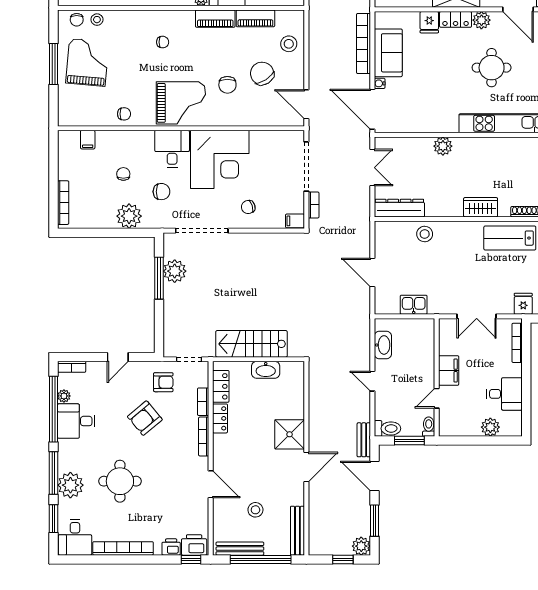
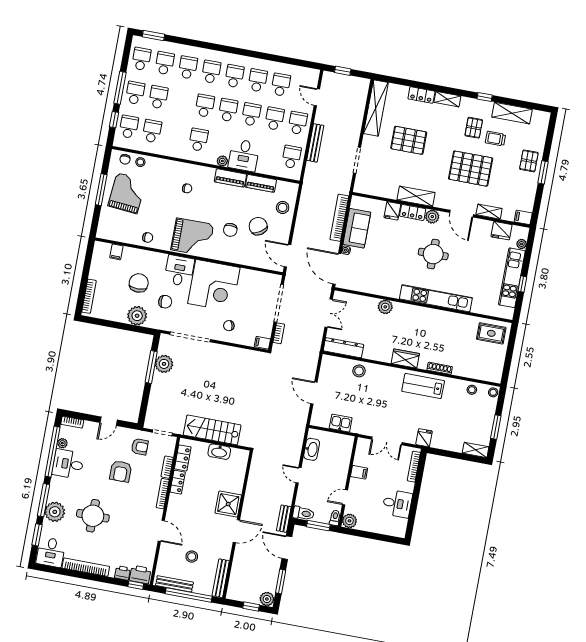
chair: (123, 174) -> (139, 283), width x1.87, depth x1.87
filing cabinet: (449, 370) -> (359, 472), width x0.50
armchair: (145, 418) -> (121, 471), turned -50
plant: (490, 427) -> (349, 521), moved

